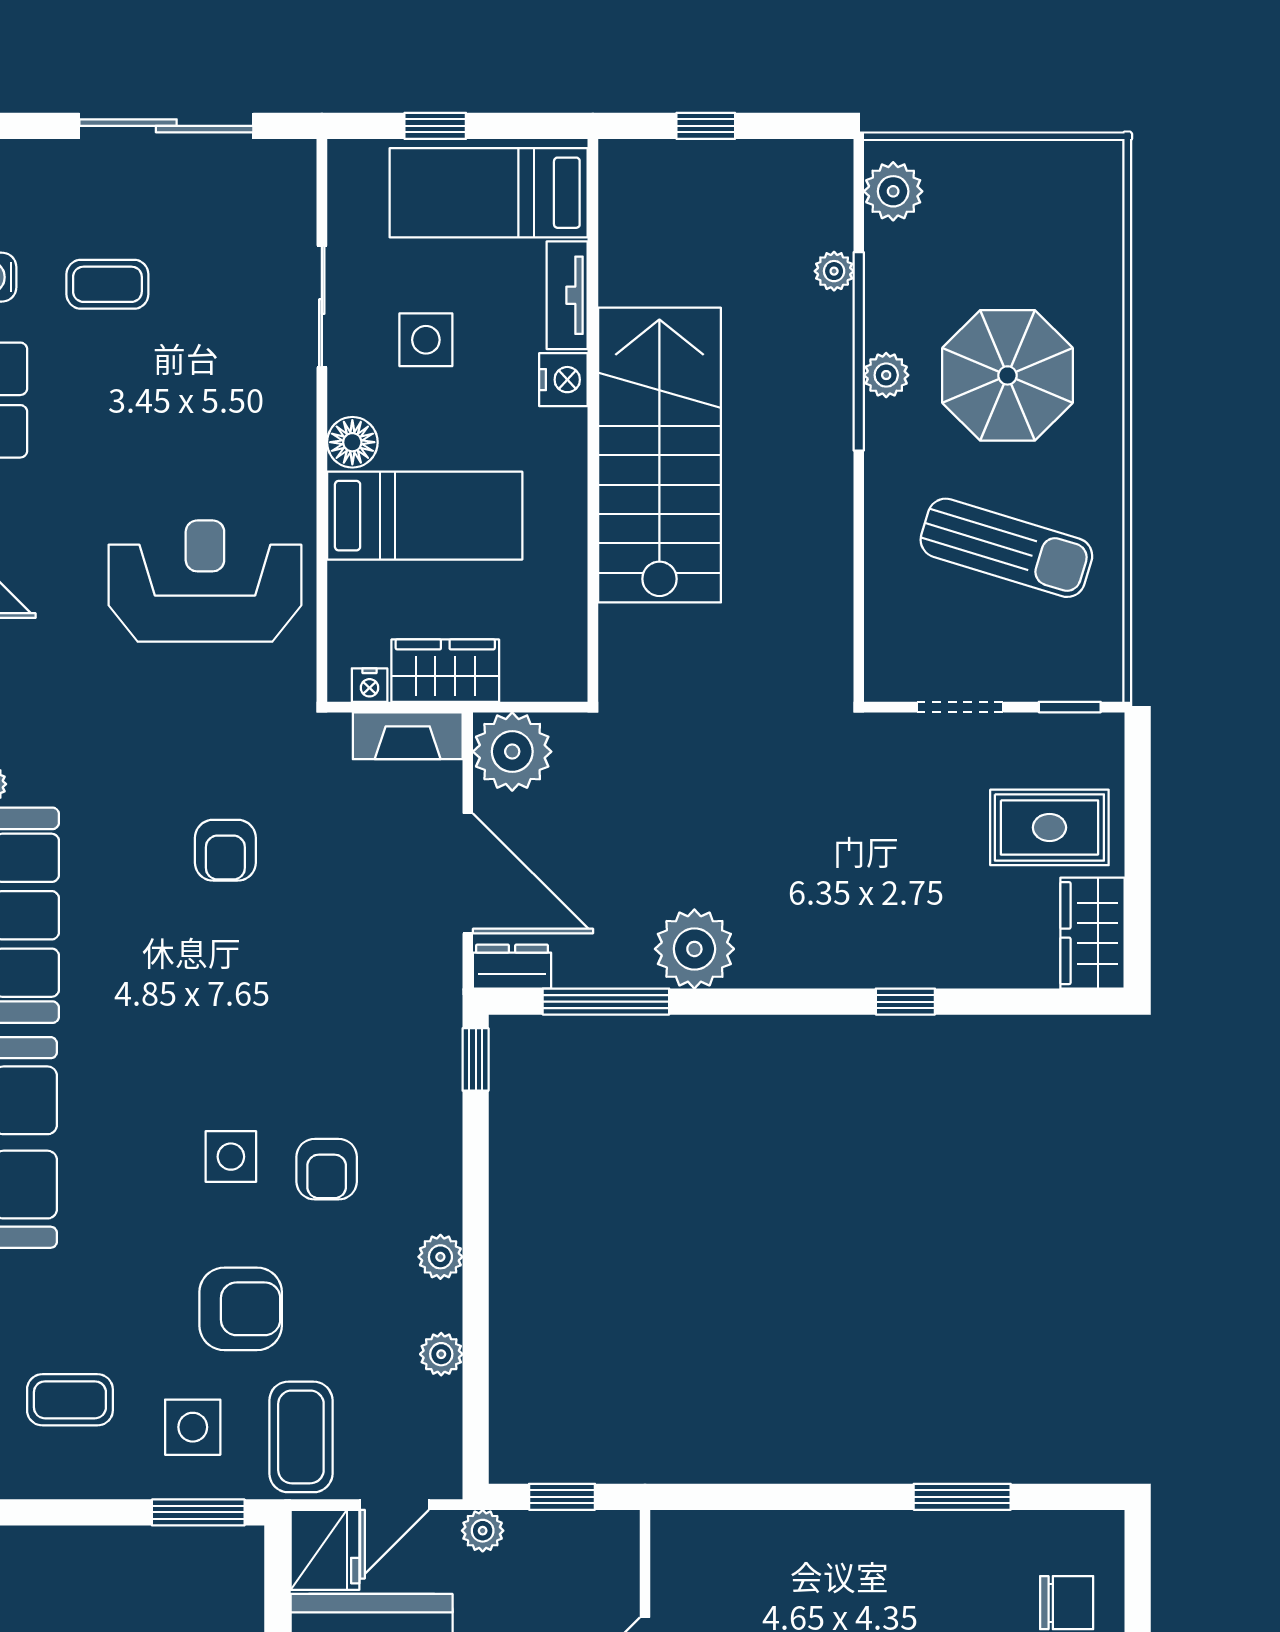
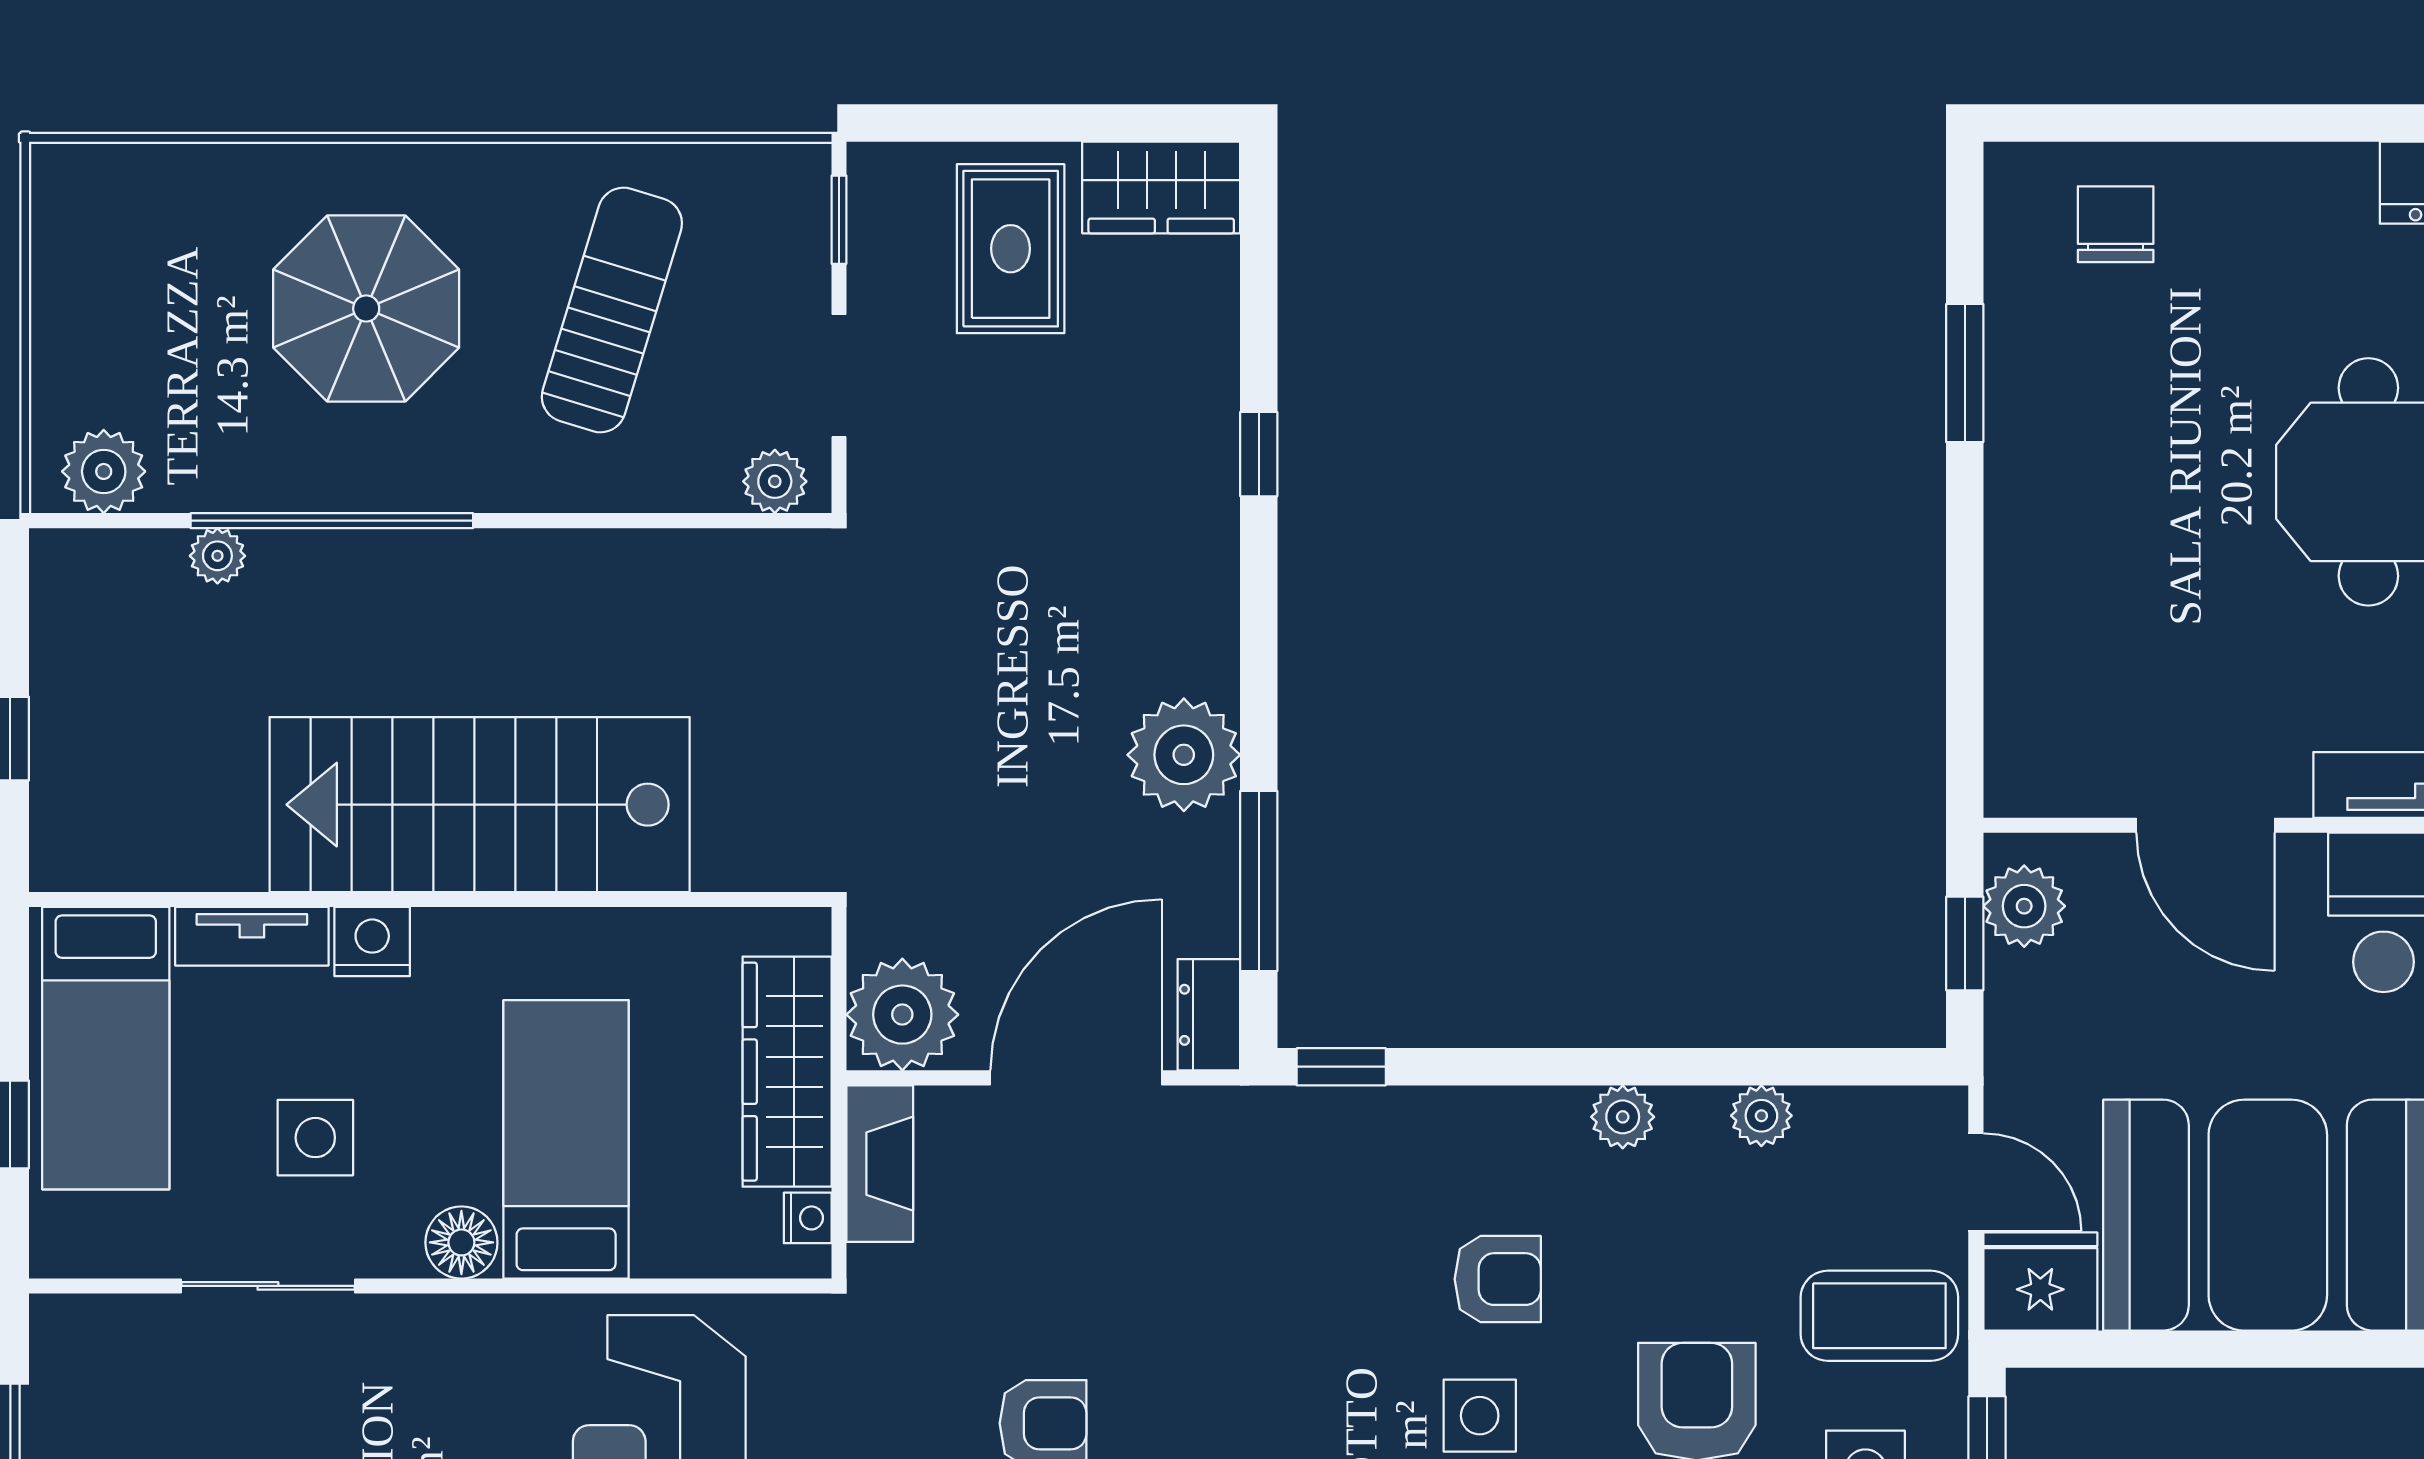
plant: (886, 375) -> (775, 481), moved
wardrobe: (445, 671) -> (787, 1072), width x1.50
plant: (483, 1531) -> (2024, 906), moved, width x1.38, depth x1.38

